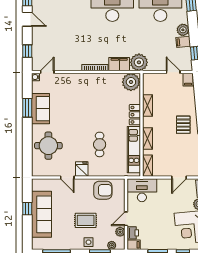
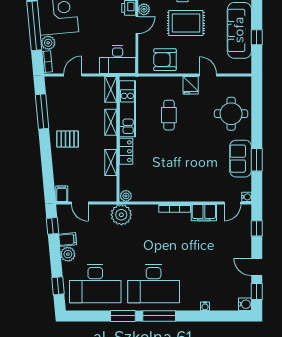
filing cabinet: (119, 64) -> (204, 213), moved
plant: (131, 82) -> (126, 196), width x0.53, depth x0.53
pallet: (183, 125) -> (68, 139), turned 90
rug: (86, 220) -> (186, 23), width x1.36, depth x1.43

